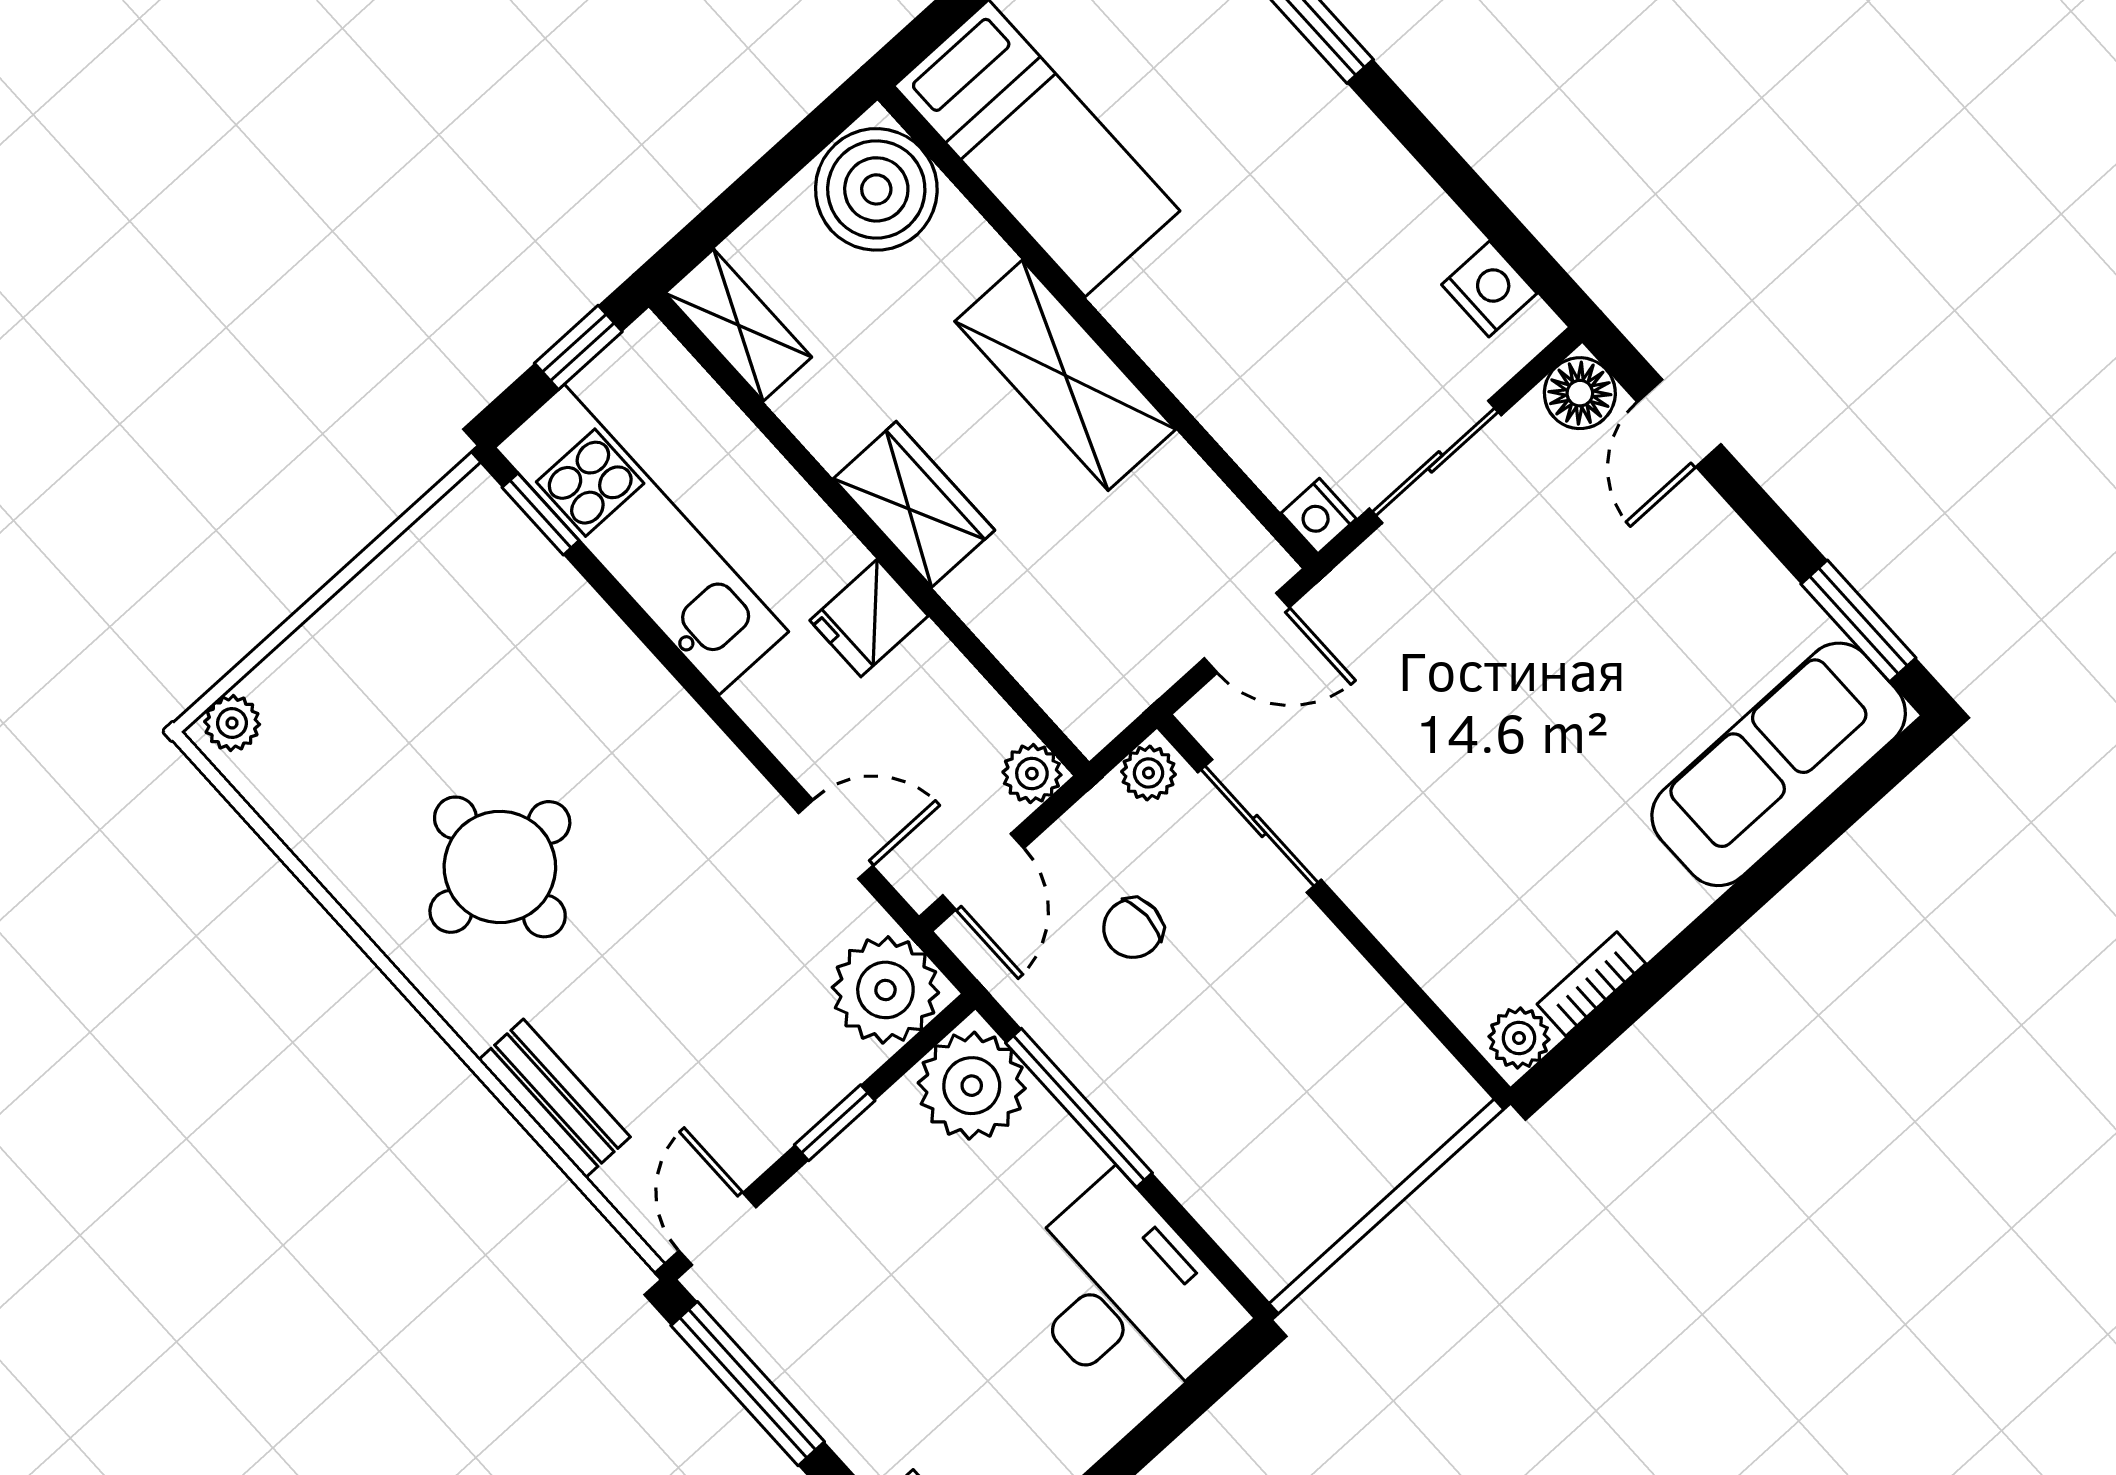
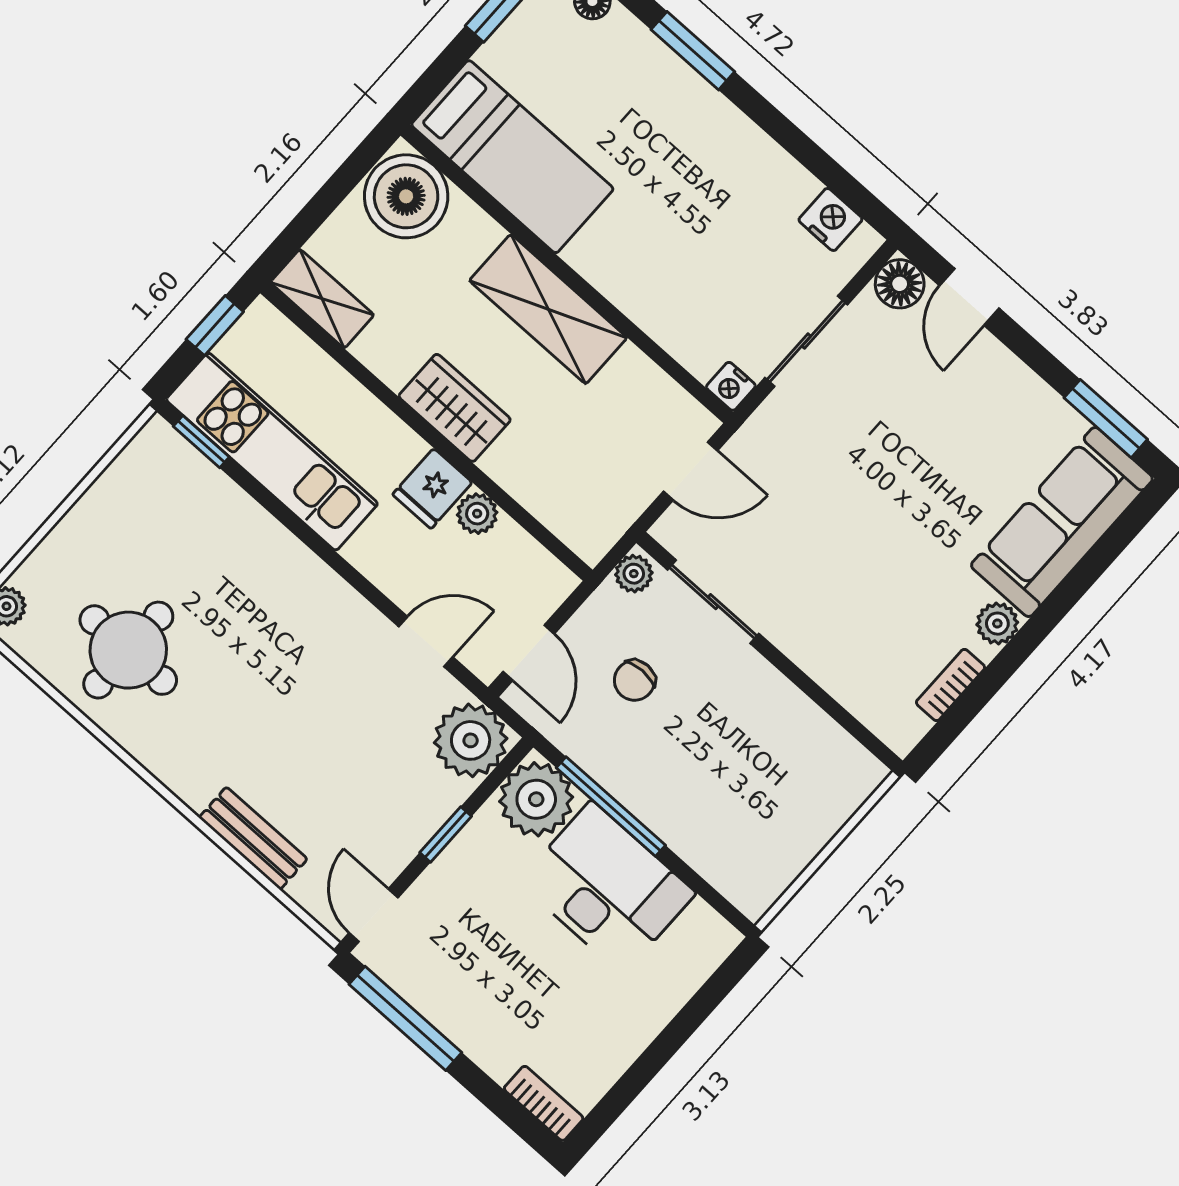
plant: (1032, 774) -> (477, 514), moved
round table: (500, 867) -> (128, 650), moved
plant: (1519, 1038) -> (997, 624), moved
desk: (1125, 1296) -> (607, 888), moved

